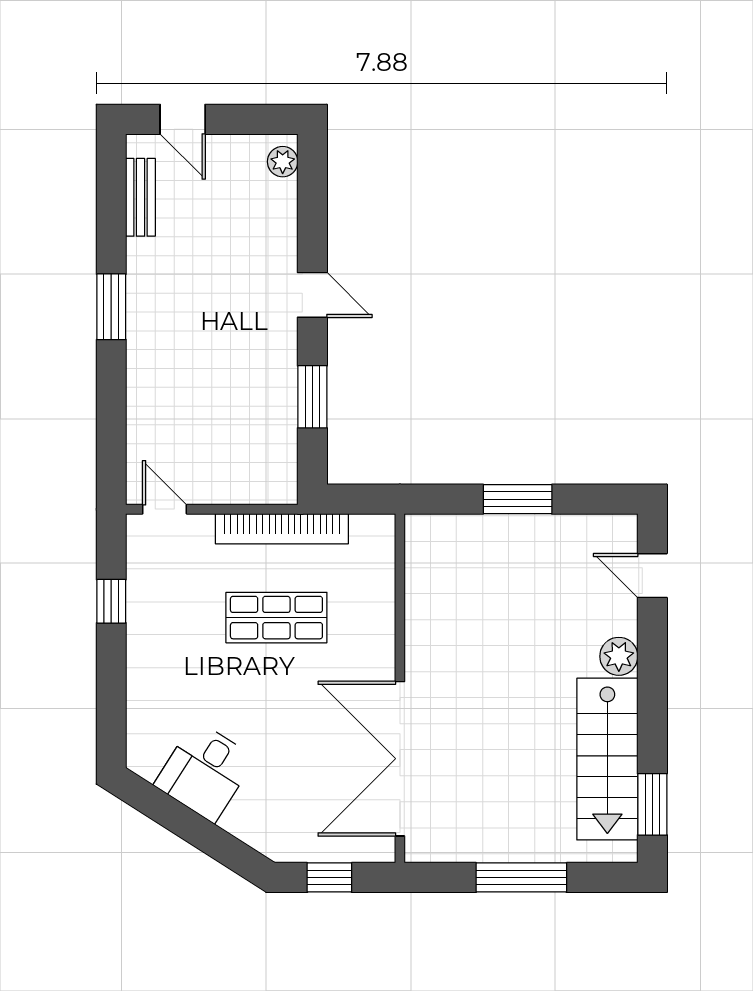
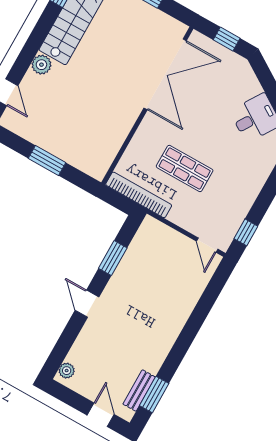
window: (111, 307) -> (154, 395), moved
bookcase: (282, 529) -> (139, 195), moved
window: (111, 601) -> (246, 232), moved

